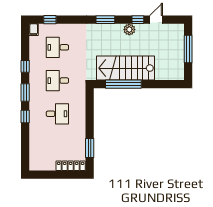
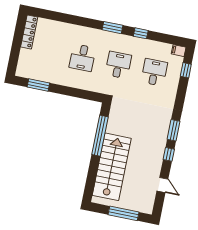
window: (138, 20) -> (169, 154), moved
plant: (129, 29) -> (158, 154), removed
stairs: (125, 68) -> (112, 167), moved
window: (25, 116) -> (87, 22), removed
locker: (71, 166) -> (29, 32), moved

